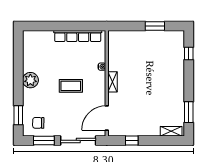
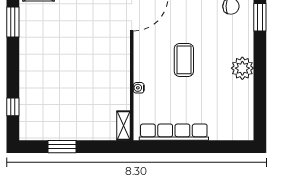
shelving: (112, 82) -> (124, 126), moved
coffee table: (71, 86) -> (184, 60), turned 90

